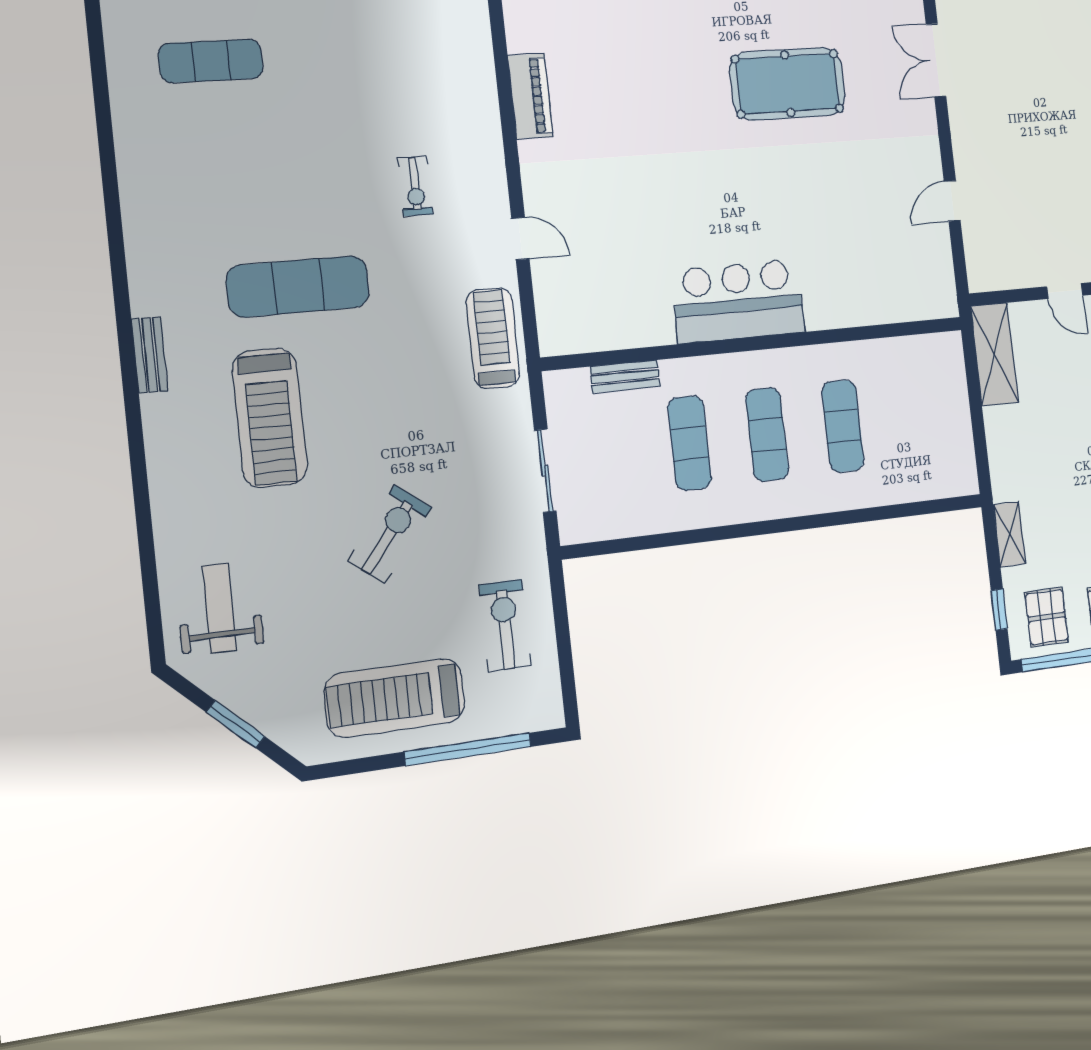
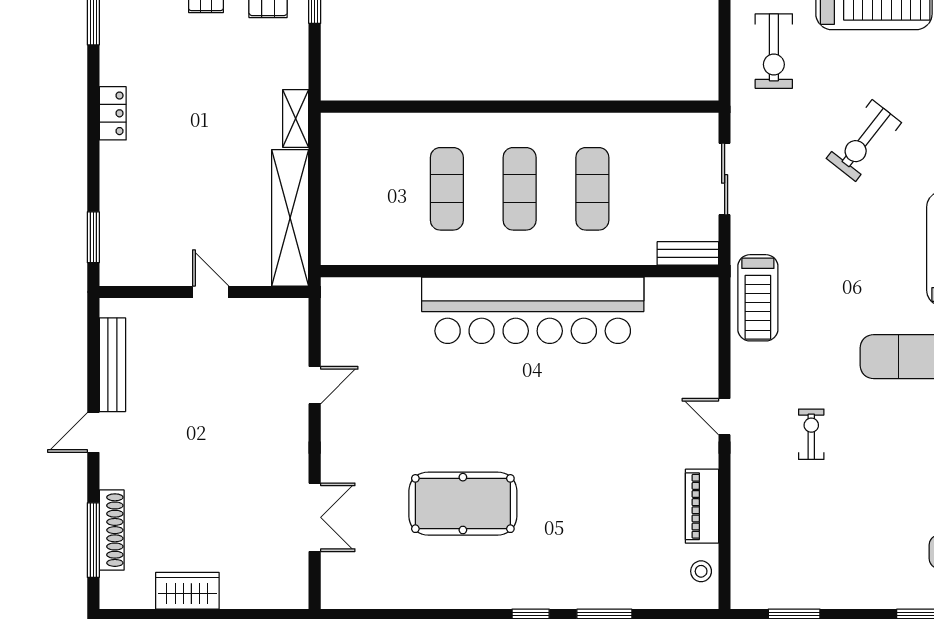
stool: (524, 23) -> (701, 571), added
door: (520, 239) -> (725, 417), moved
bar counter: (738, 301) -> (533, 310), width x1.86
shelving: (994, 354) -> (290, 218), width x1.47
bench: (625, 376) -> (688, 253), moved
shelving: (1009, 534) -> (296, 118), moved

